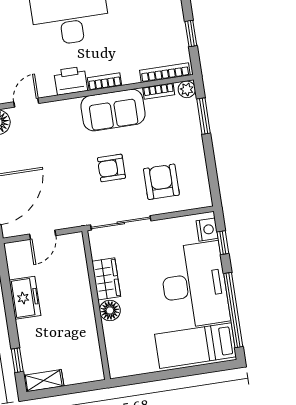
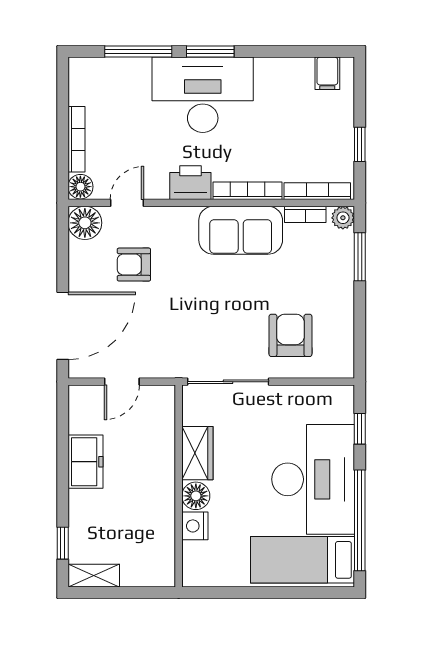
bookcase: (104, 82) -> (248, 191), width x1.56
armchair: (111, 168) -> (134, 265), moved
nightstand: (207, 230) -> (195, 526), moved, turned 180

